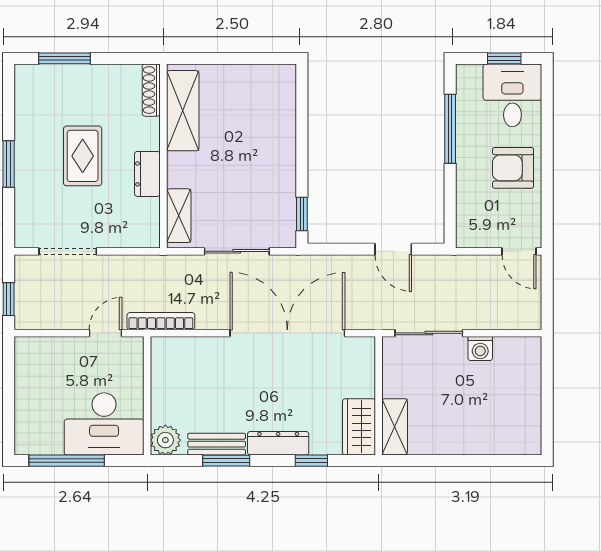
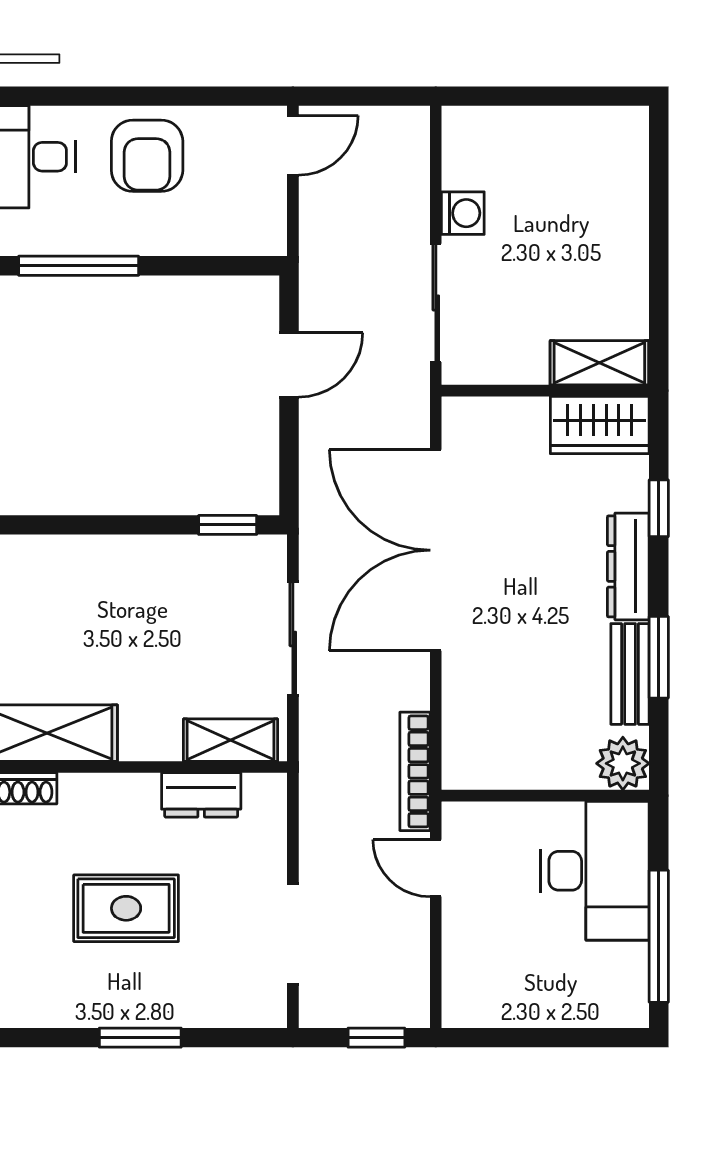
dresser: (147, 174) -> (201, 795), moved

